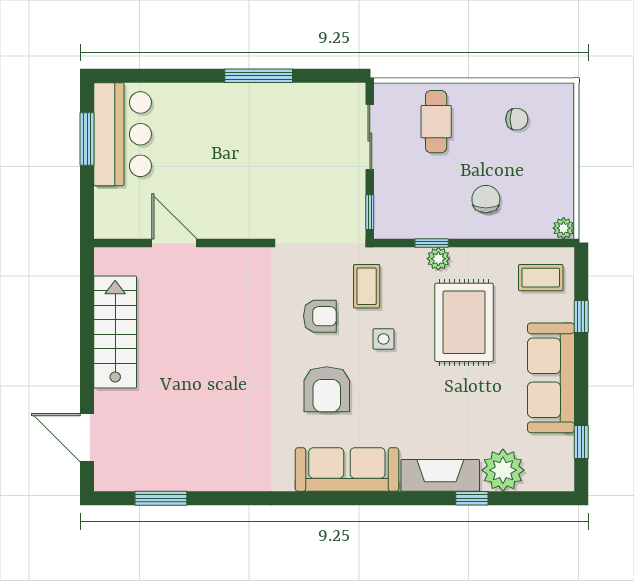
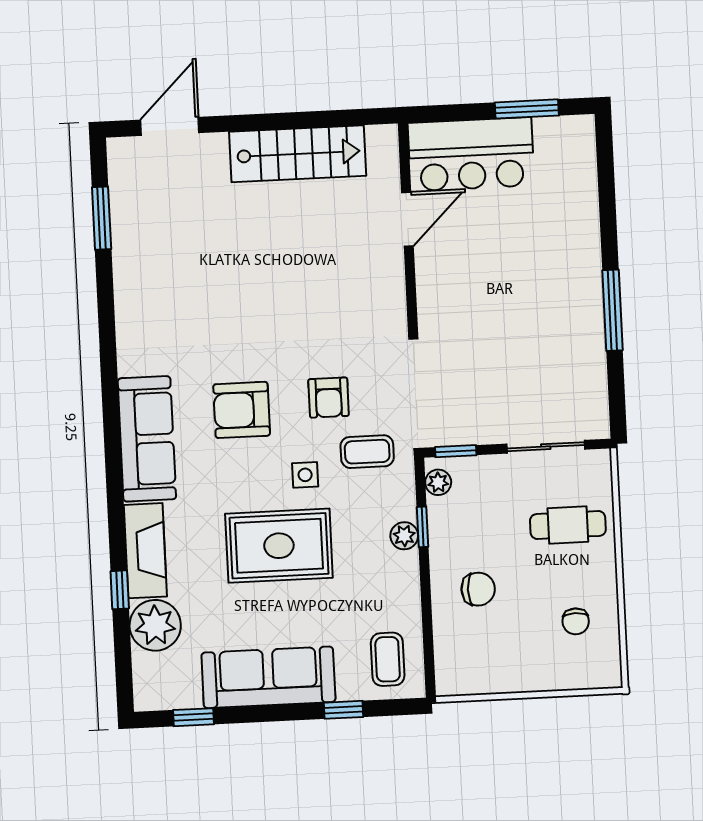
bar counter: (123, 134) -> (471, 154), moved
plant: (564, 228) -> (438, 482), moved
rug: (464, 322) -> (279, 546), moved

